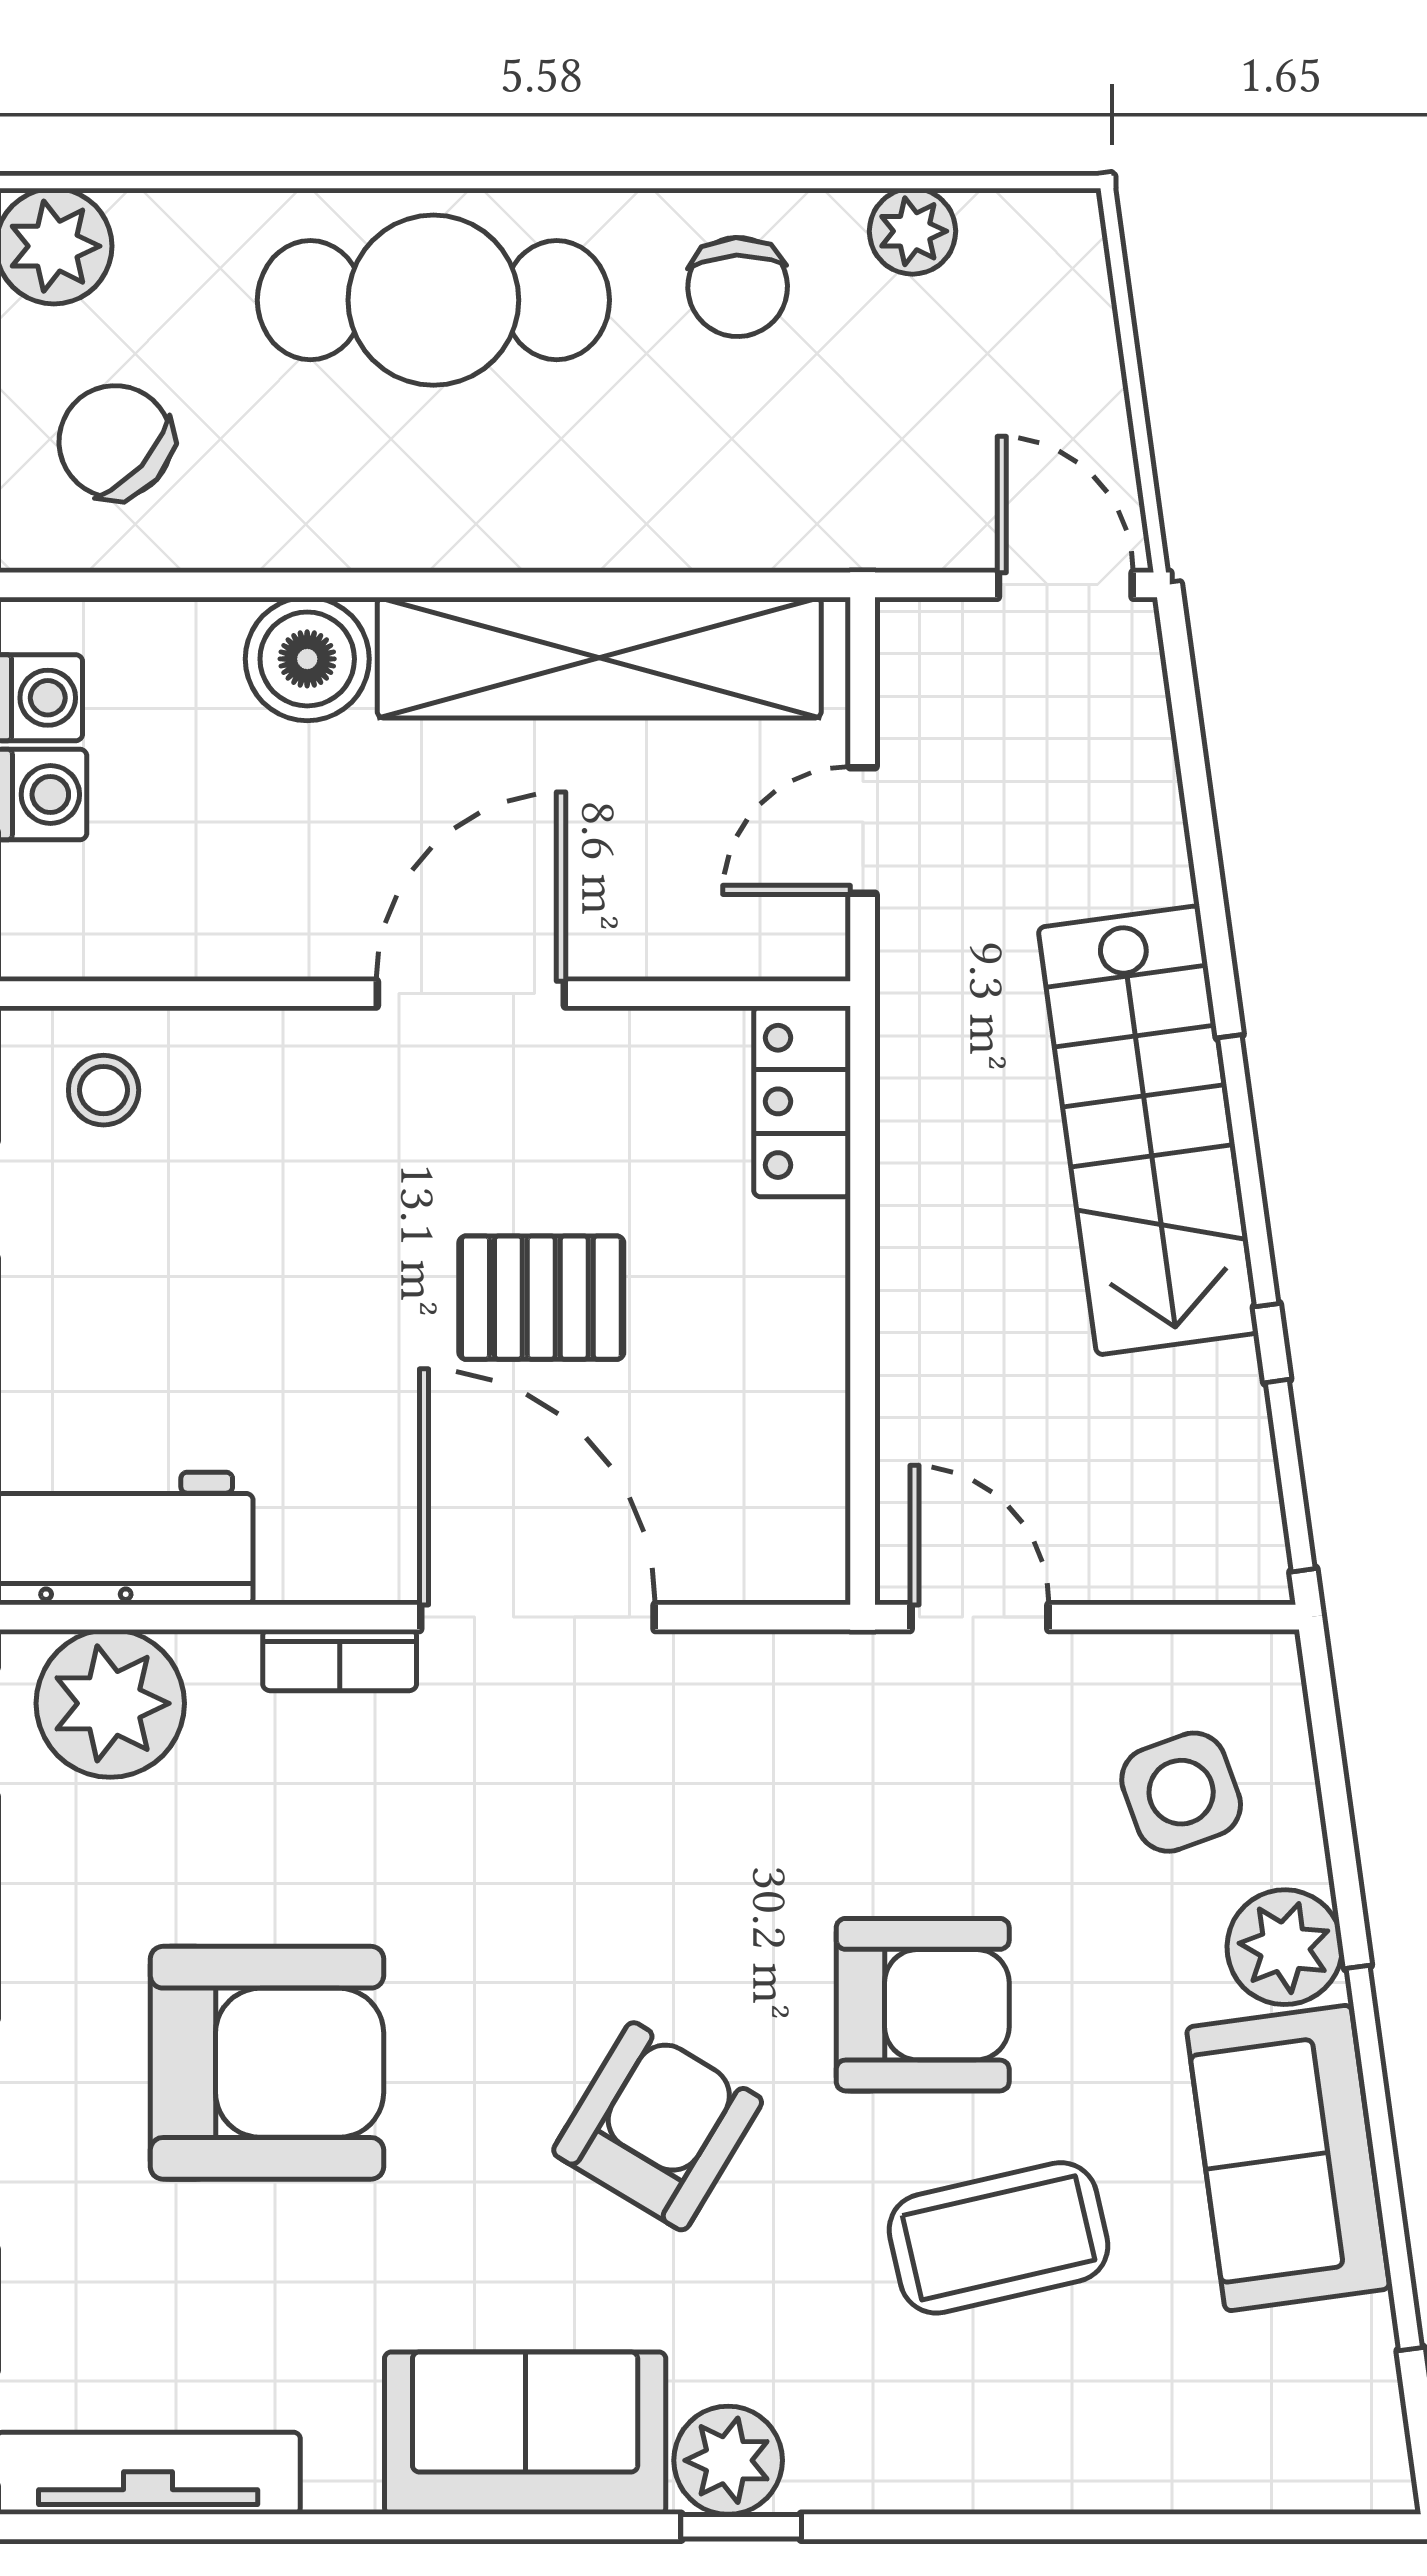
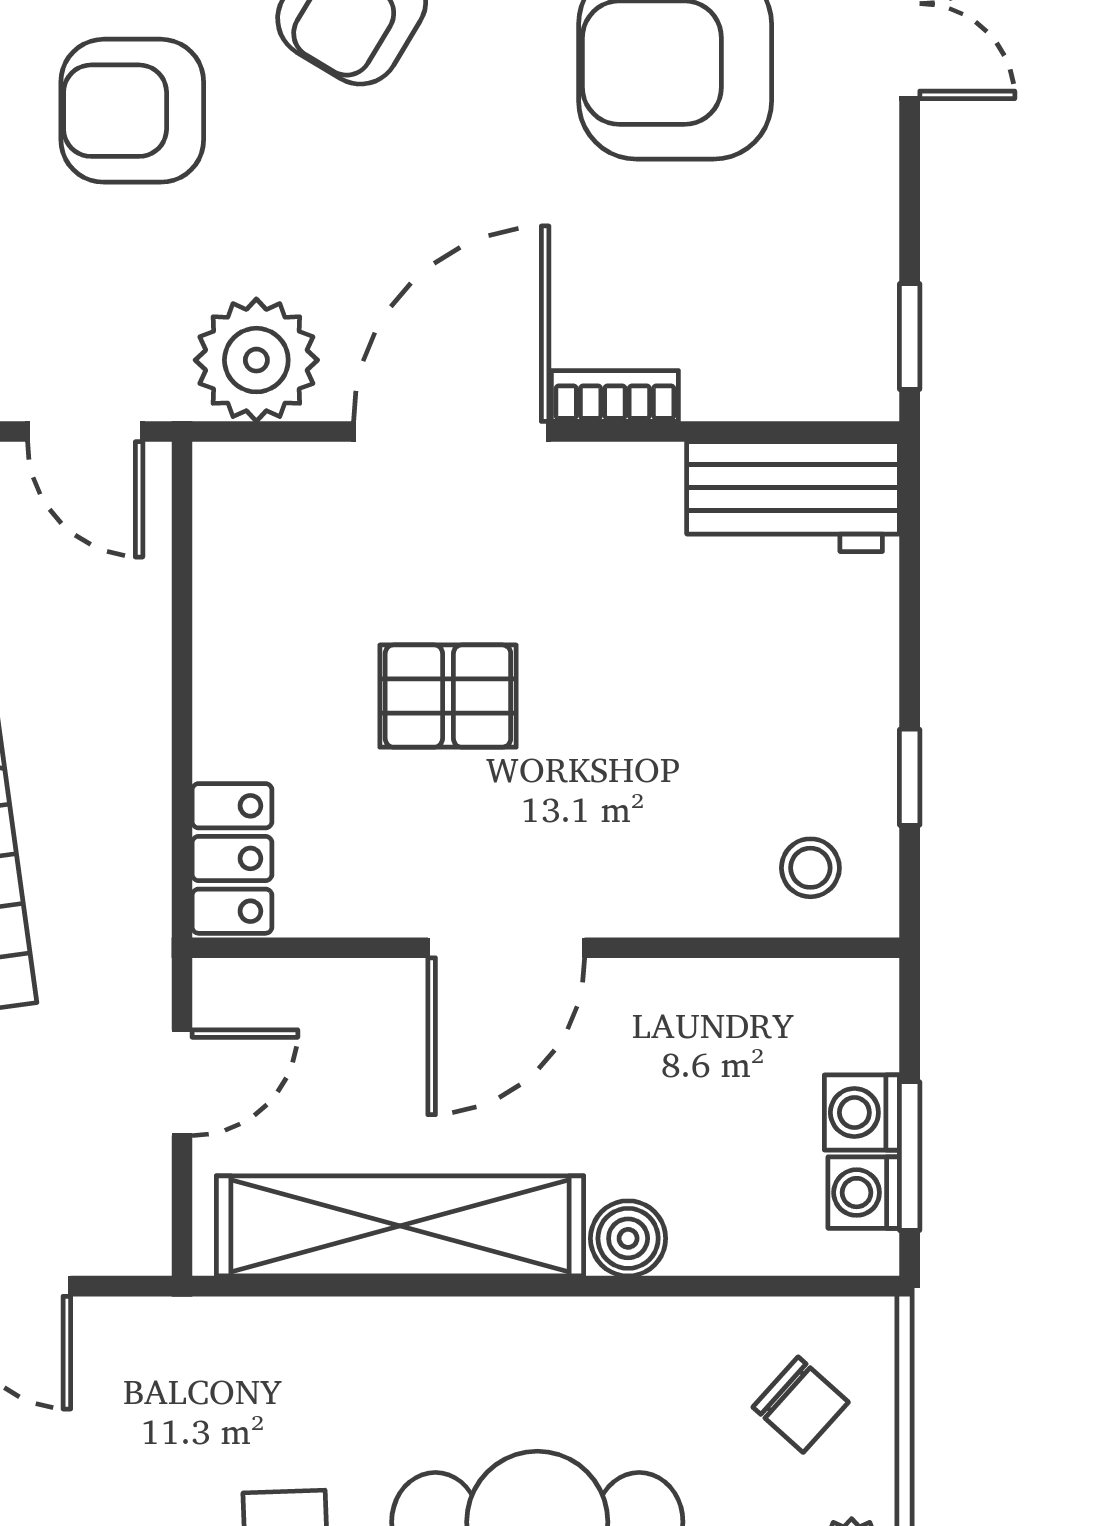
chair: (115, 442) -> (801, 1405), width x0.73, depth x0.73
boiler: (307, 659) -> (628, 1238), width x0.73, depth x0.73
door: (537, 1617) -> (451, 432), swing flipped
plant: (110, 1703) -> (256, 360), moved

